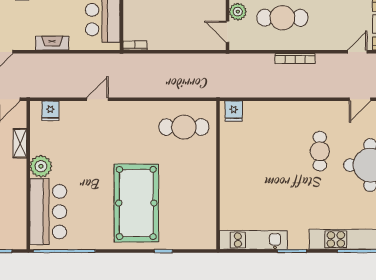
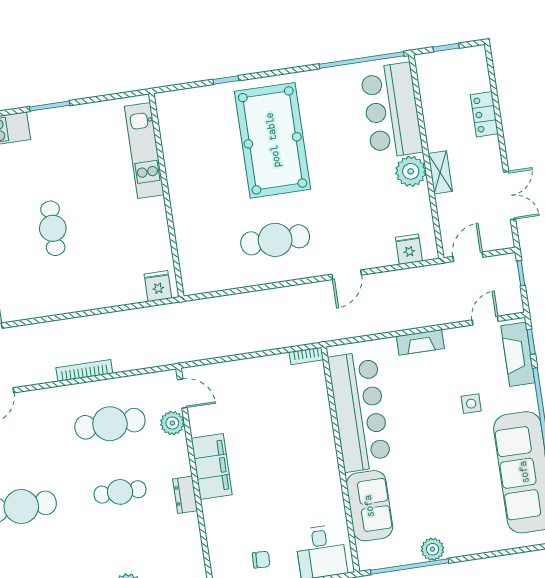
cafe table: (184, 127) -> (275, 240), moved
shelving: (20, 143) -> (440, 172), moved
cafe table: (320, 151) -> (53, 228), moved
kitchen unit: (253, 240) -> (144, 151), moved, turned 90

